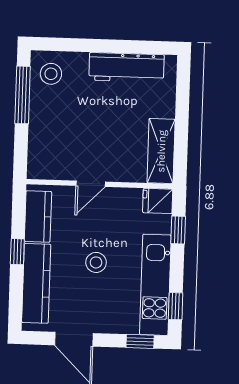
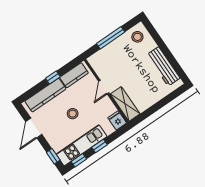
window: (23, 95) -> (111, 38), moved
shelving: (161, 151) -> (125, 104), moved, turned 90
door: (91, 184) -> (104, 87), hinge flipped
window: (178, 230) -> (100, 146), moved

